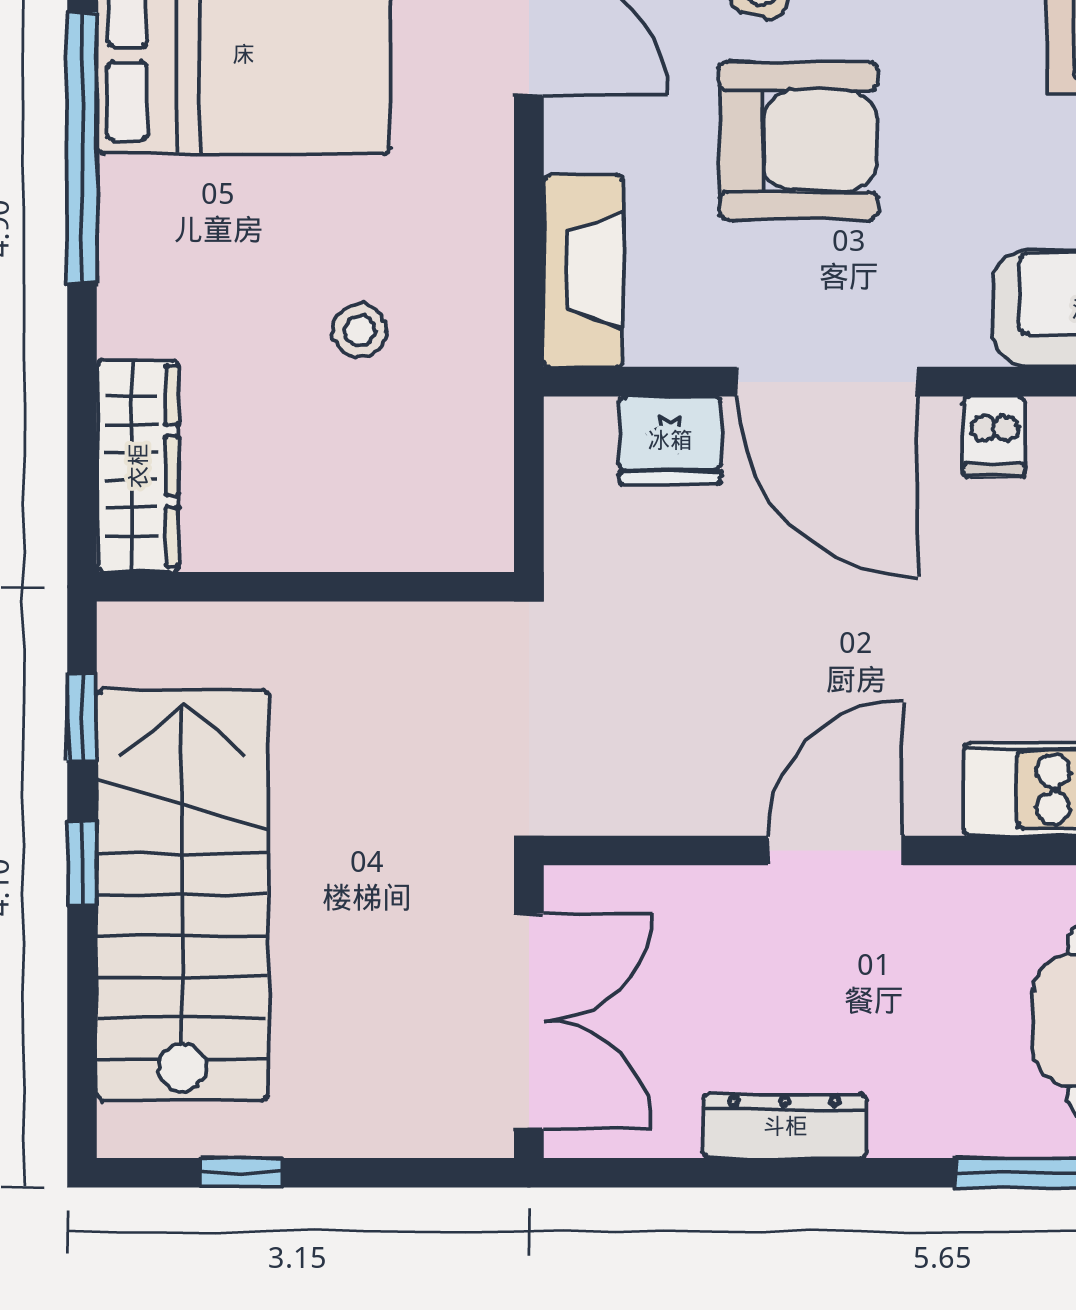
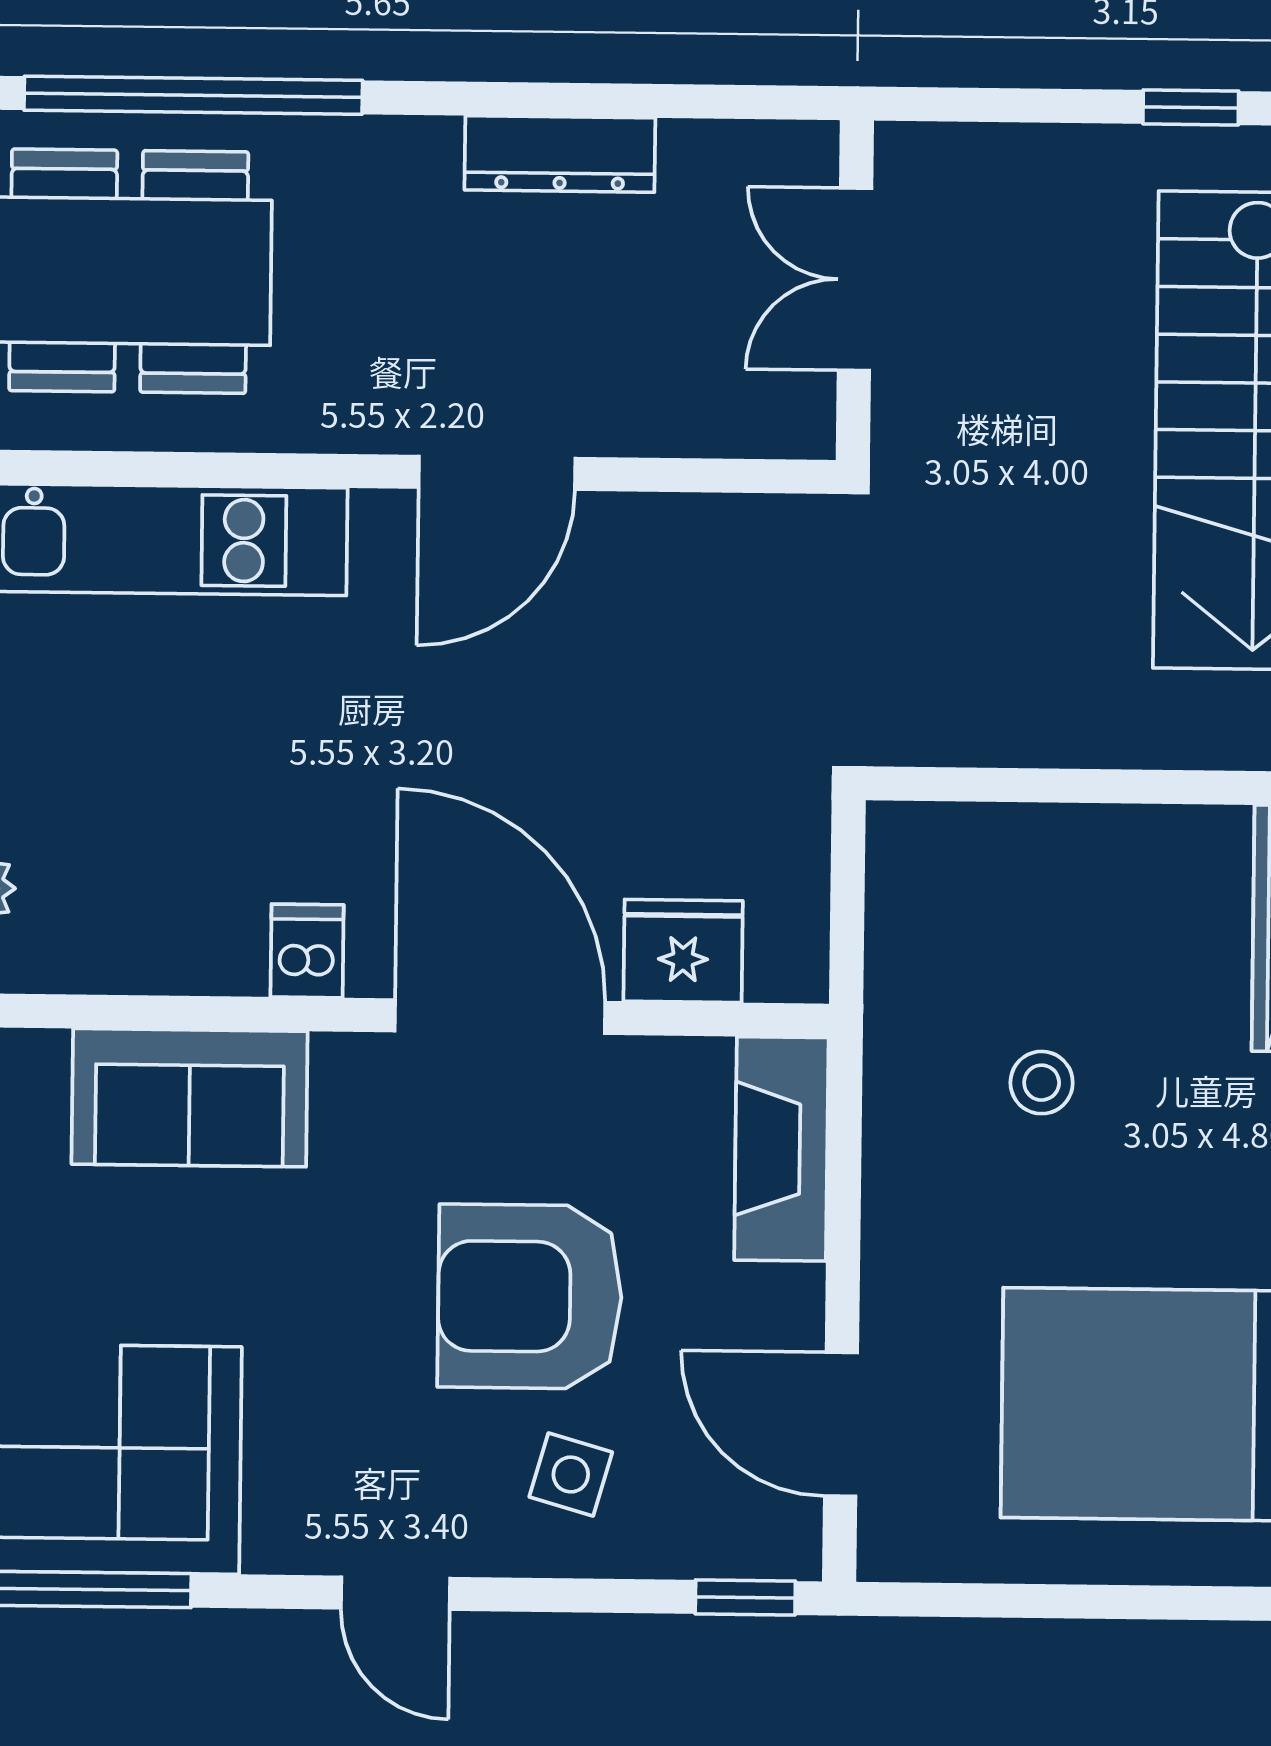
double door: (529, 1021) -> (855, 279), width x0.73

